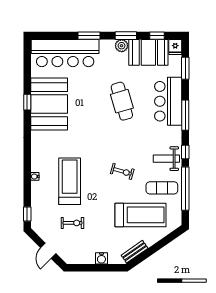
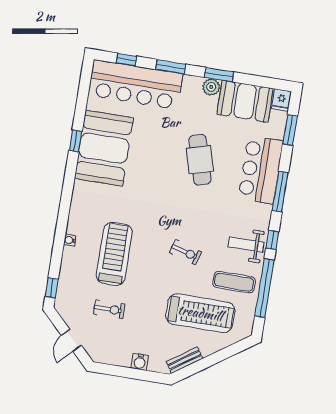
window: (157, 36) -> (126, 60), moved

